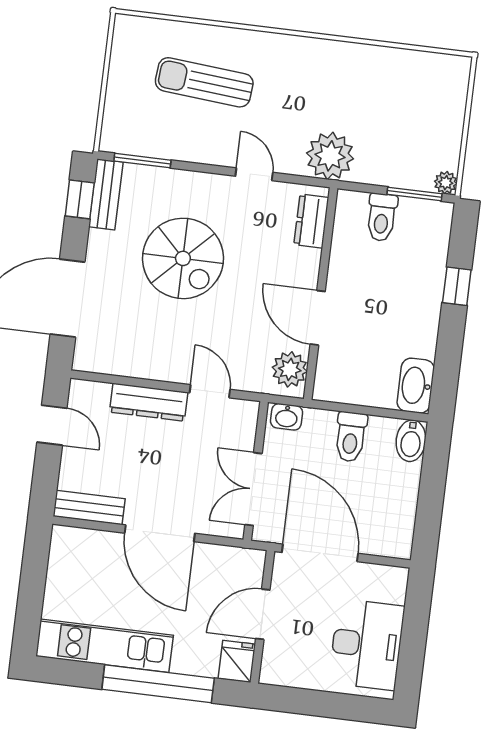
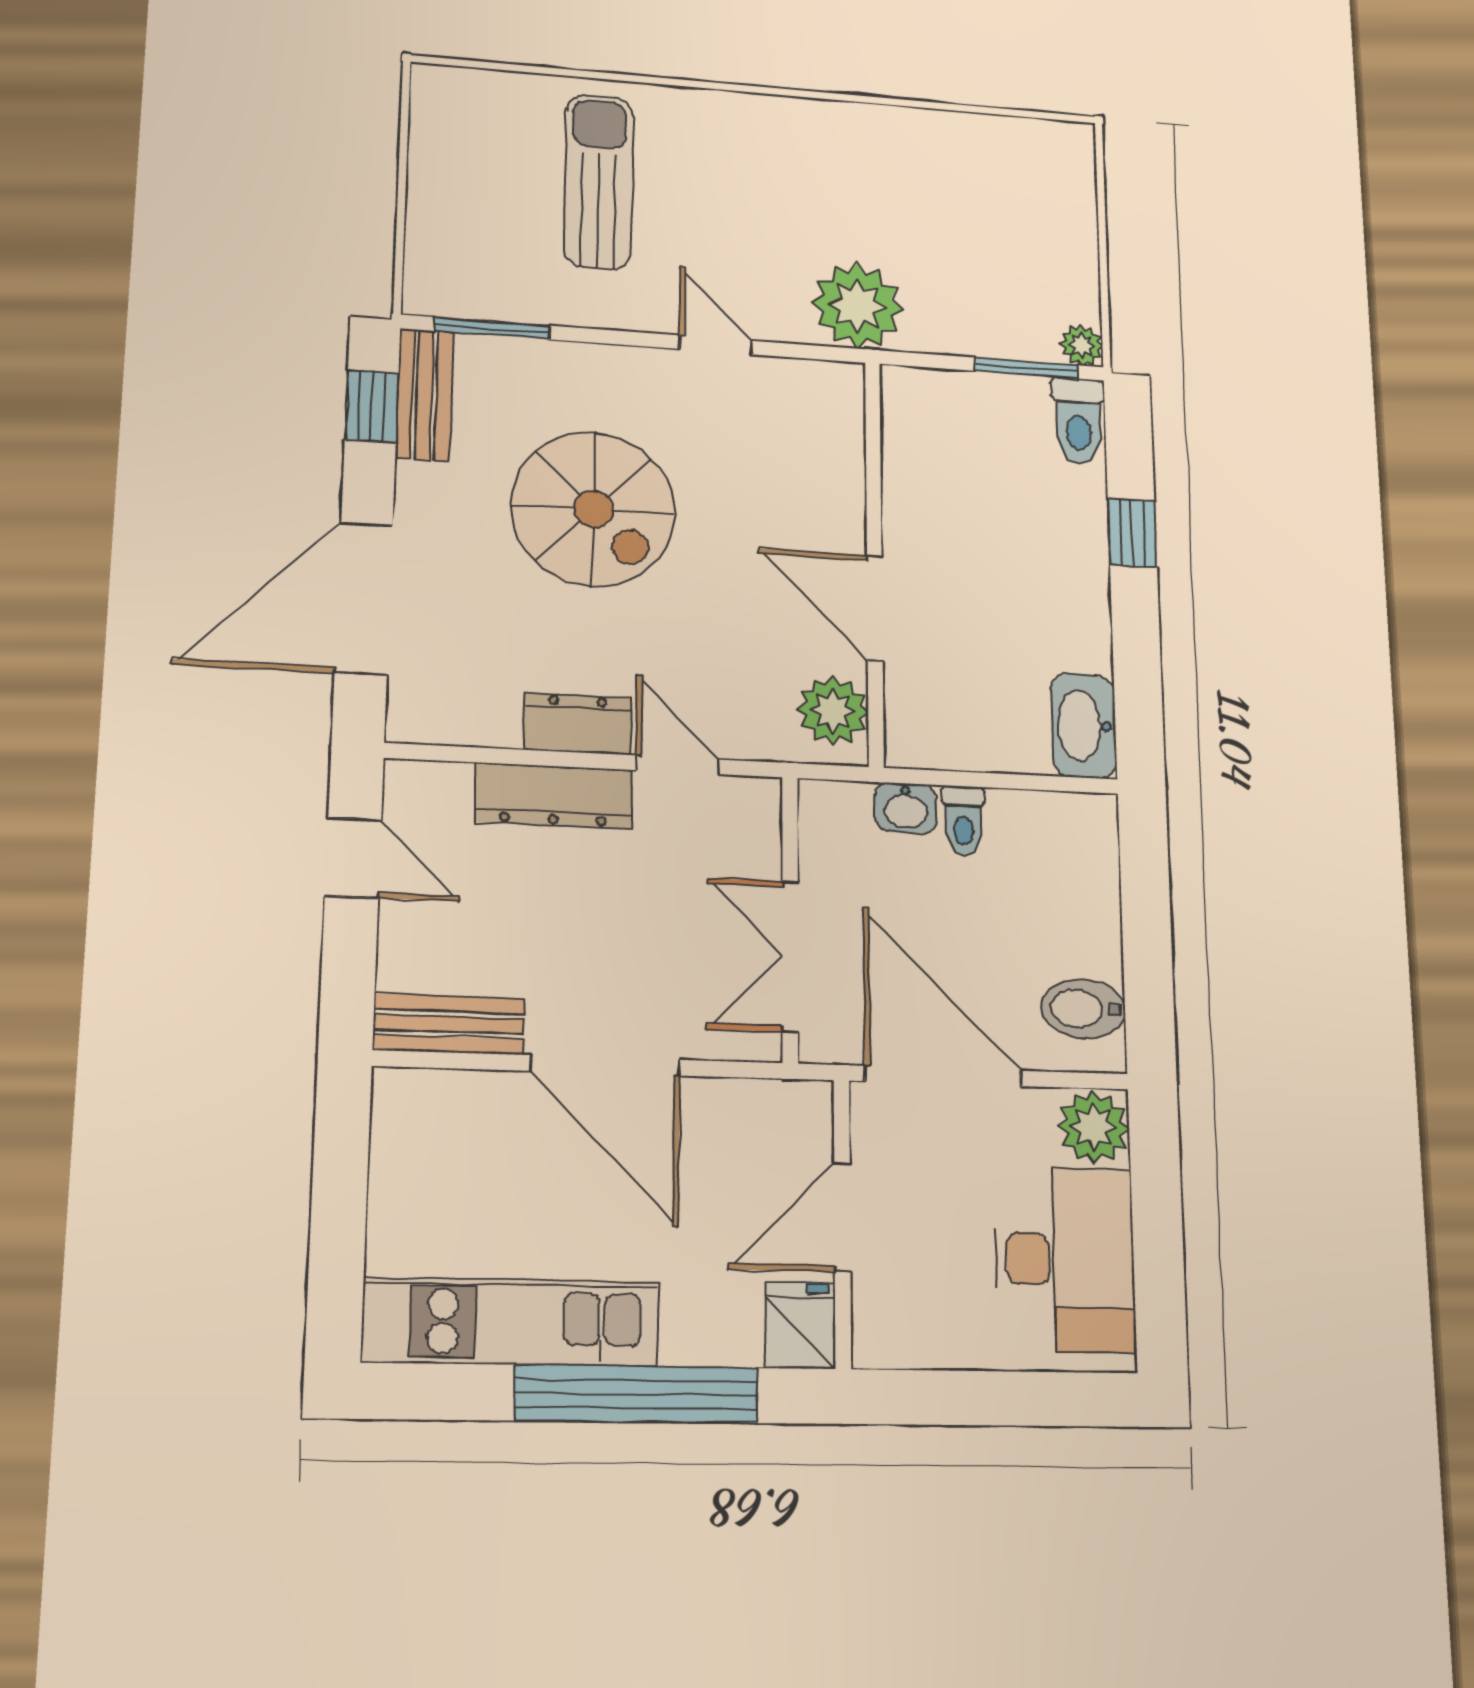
sun lounger: (204, 82) -> (599, 182), turned 85
toilet: (382, 217) -> (1079, 421), moved
dresser: (311, 221) -> (578, 724), moved, turned 90
washbasin: (287, 417) -> (906, 808), moved
toilet: (351, 437) -> (963, 821), width x0.73, depth x0.72
bidet: (411, 441) -> (1083, 1009), moved, turned 90
plant: (390, 584) -> (1094, 1127), added

